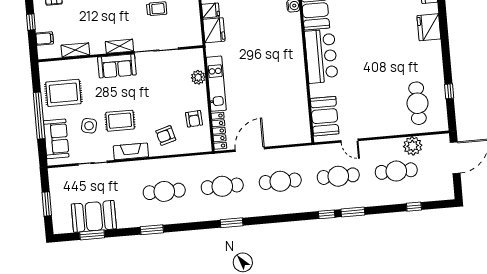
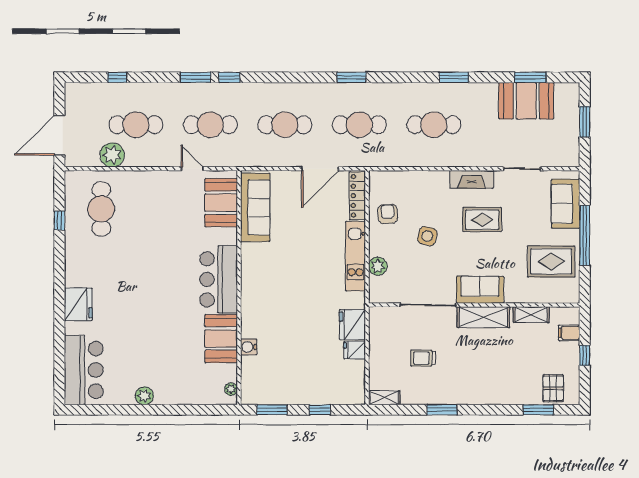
shelving: (119, 46) -> (483, 317), width x1.50, depth x1.33
sofa: (298, 115) -> (255, 207), added
side table: (89, 126) -> (427, 236), moved
armchair: (166, 135) -> (426, 196), removed

